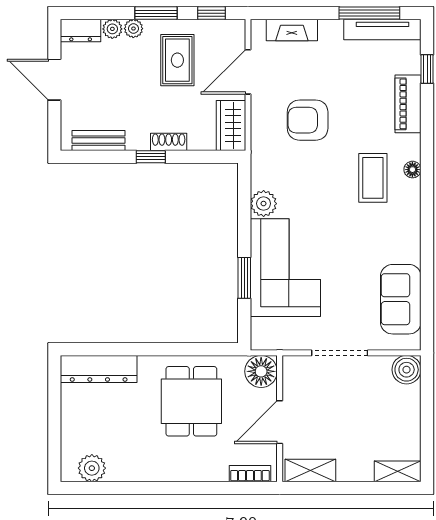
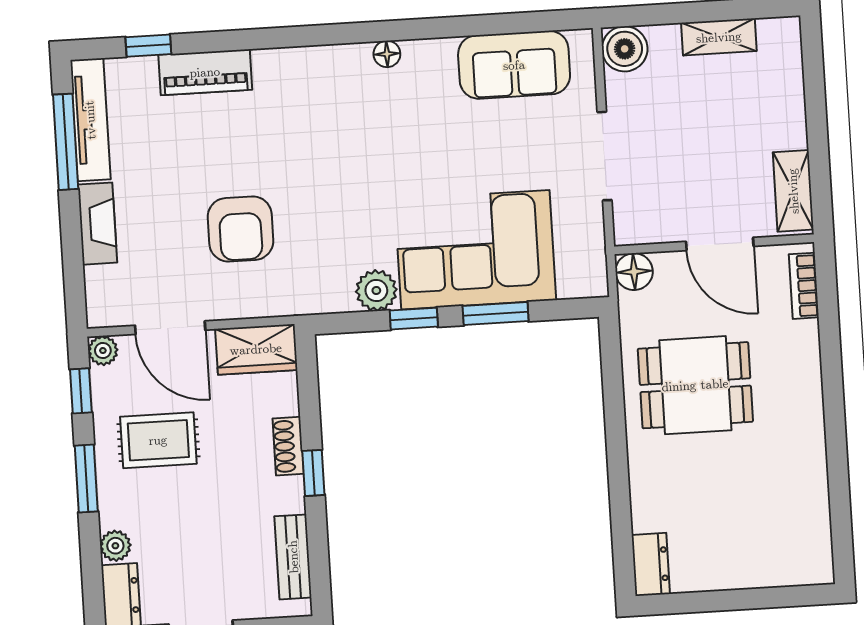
plant: (133, 29) -> (103, 351), moved
fireplace: (292, 30) -> (97, 224), moved
floor lamp: (412, 170) -> (387, 54), moved
coffee table: (373, 178) -> (325, 121), removed
window: (244, 226) -> (414, 319), added
dresser: (99, 369) -> (651, 564), width x0.51, depth x0.80
floor lamp: (261, 371) -> (634, 272), width x0.73, depth x0.73
plant: (92, 468) -> (810, 536), removed
shelving: (398, 471) -> (719, 37), moved, turned 90

